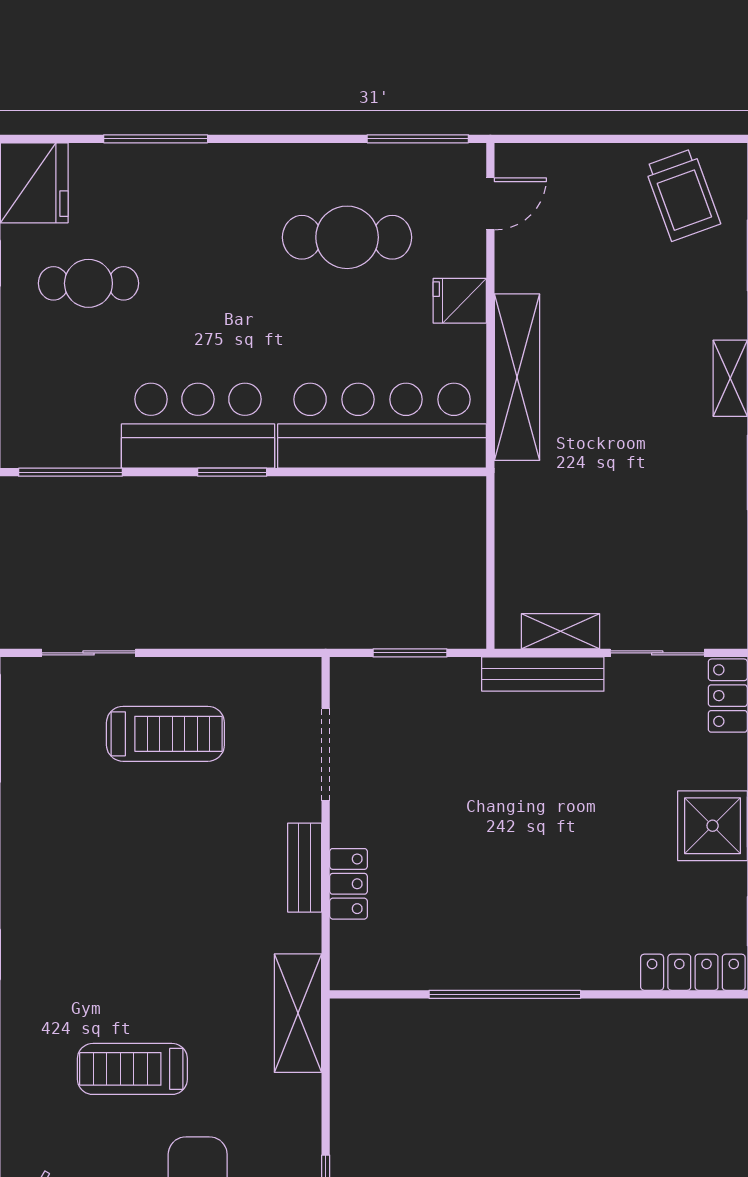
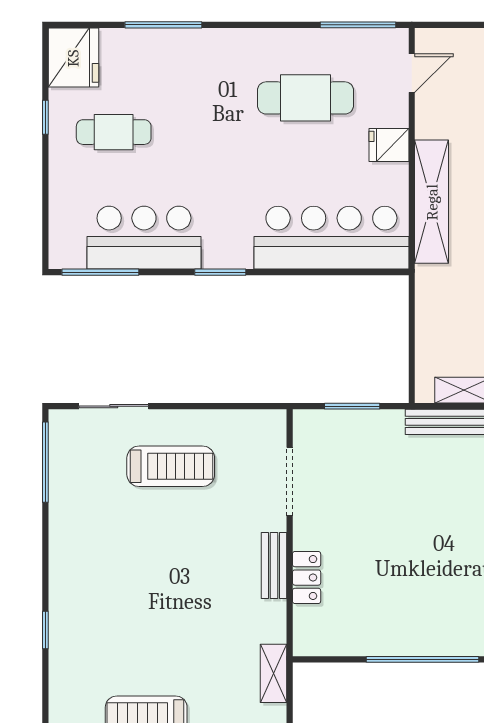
bar counter: (198, 426) -> (144, 238), moved
shelving: (298, 1013) -> (273, 673), width x0.67, depth x0.75

